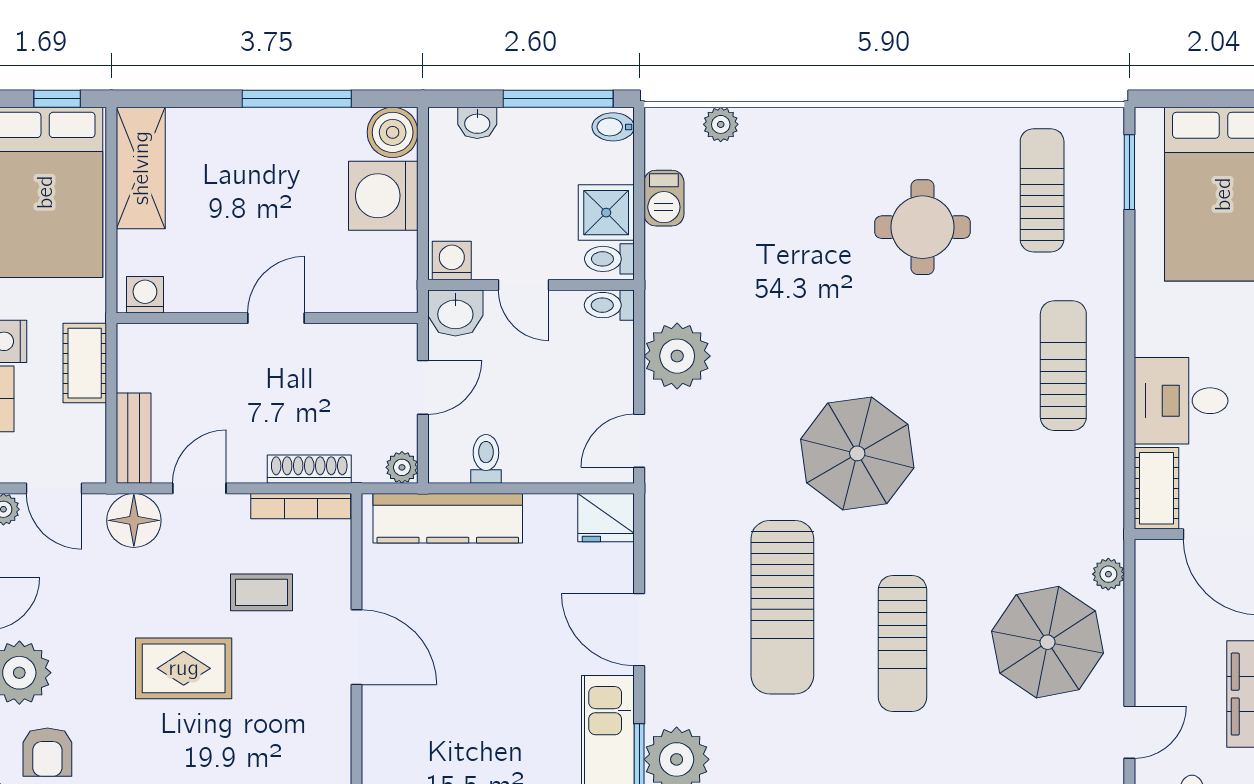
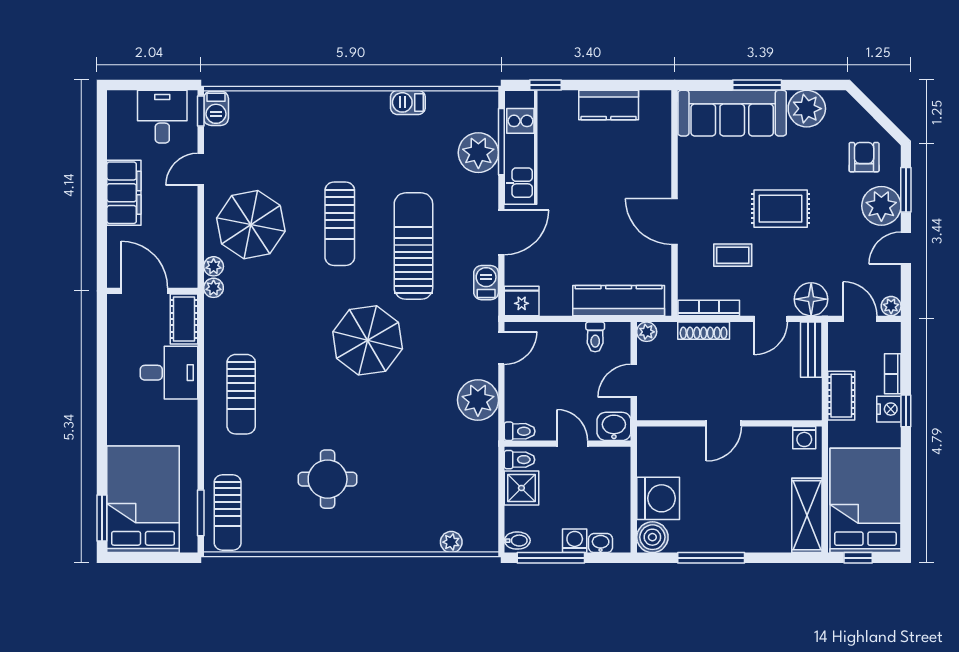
sun lounger: (1042, 190) -> (228, 512), moved
barbecue: (664, 198) -> (486, 283), moved
washing machine: (452, 260) -> (575, 541), moved, turned 180
plant: (1108, 539) -> (214, 288), added
door: (639, 630) -> (501, 232), hinge flipped
sun lounger: (903, 644) -> (340, 224), turned 180

